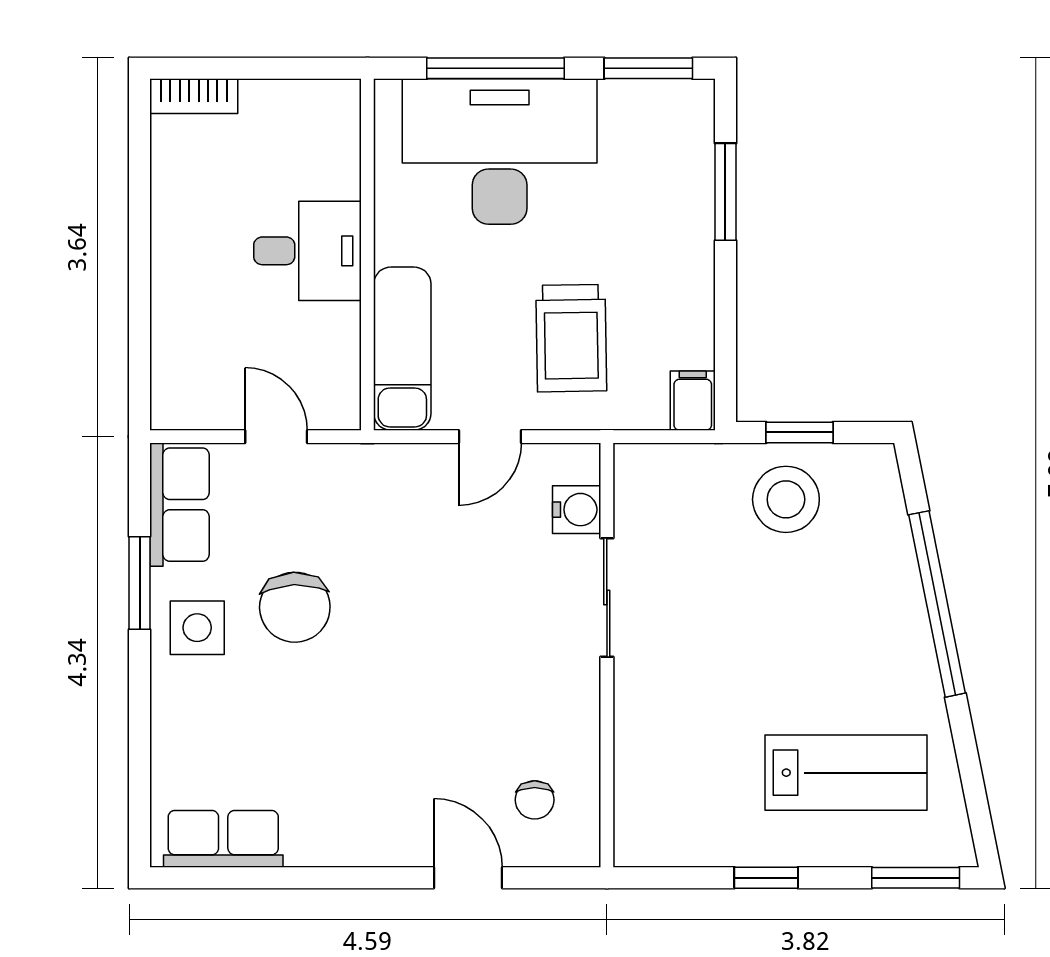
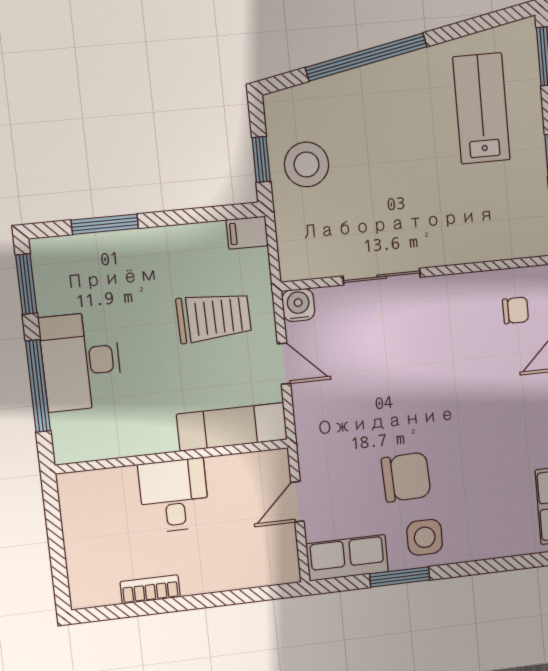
bookcase: (194, 96) -> (150, 589), moved, turned -90
desk: (500, 151) -> (81, 361), width x0.73, depth x0.77
water cooler: (577, 510) -> (298, 305), moved

